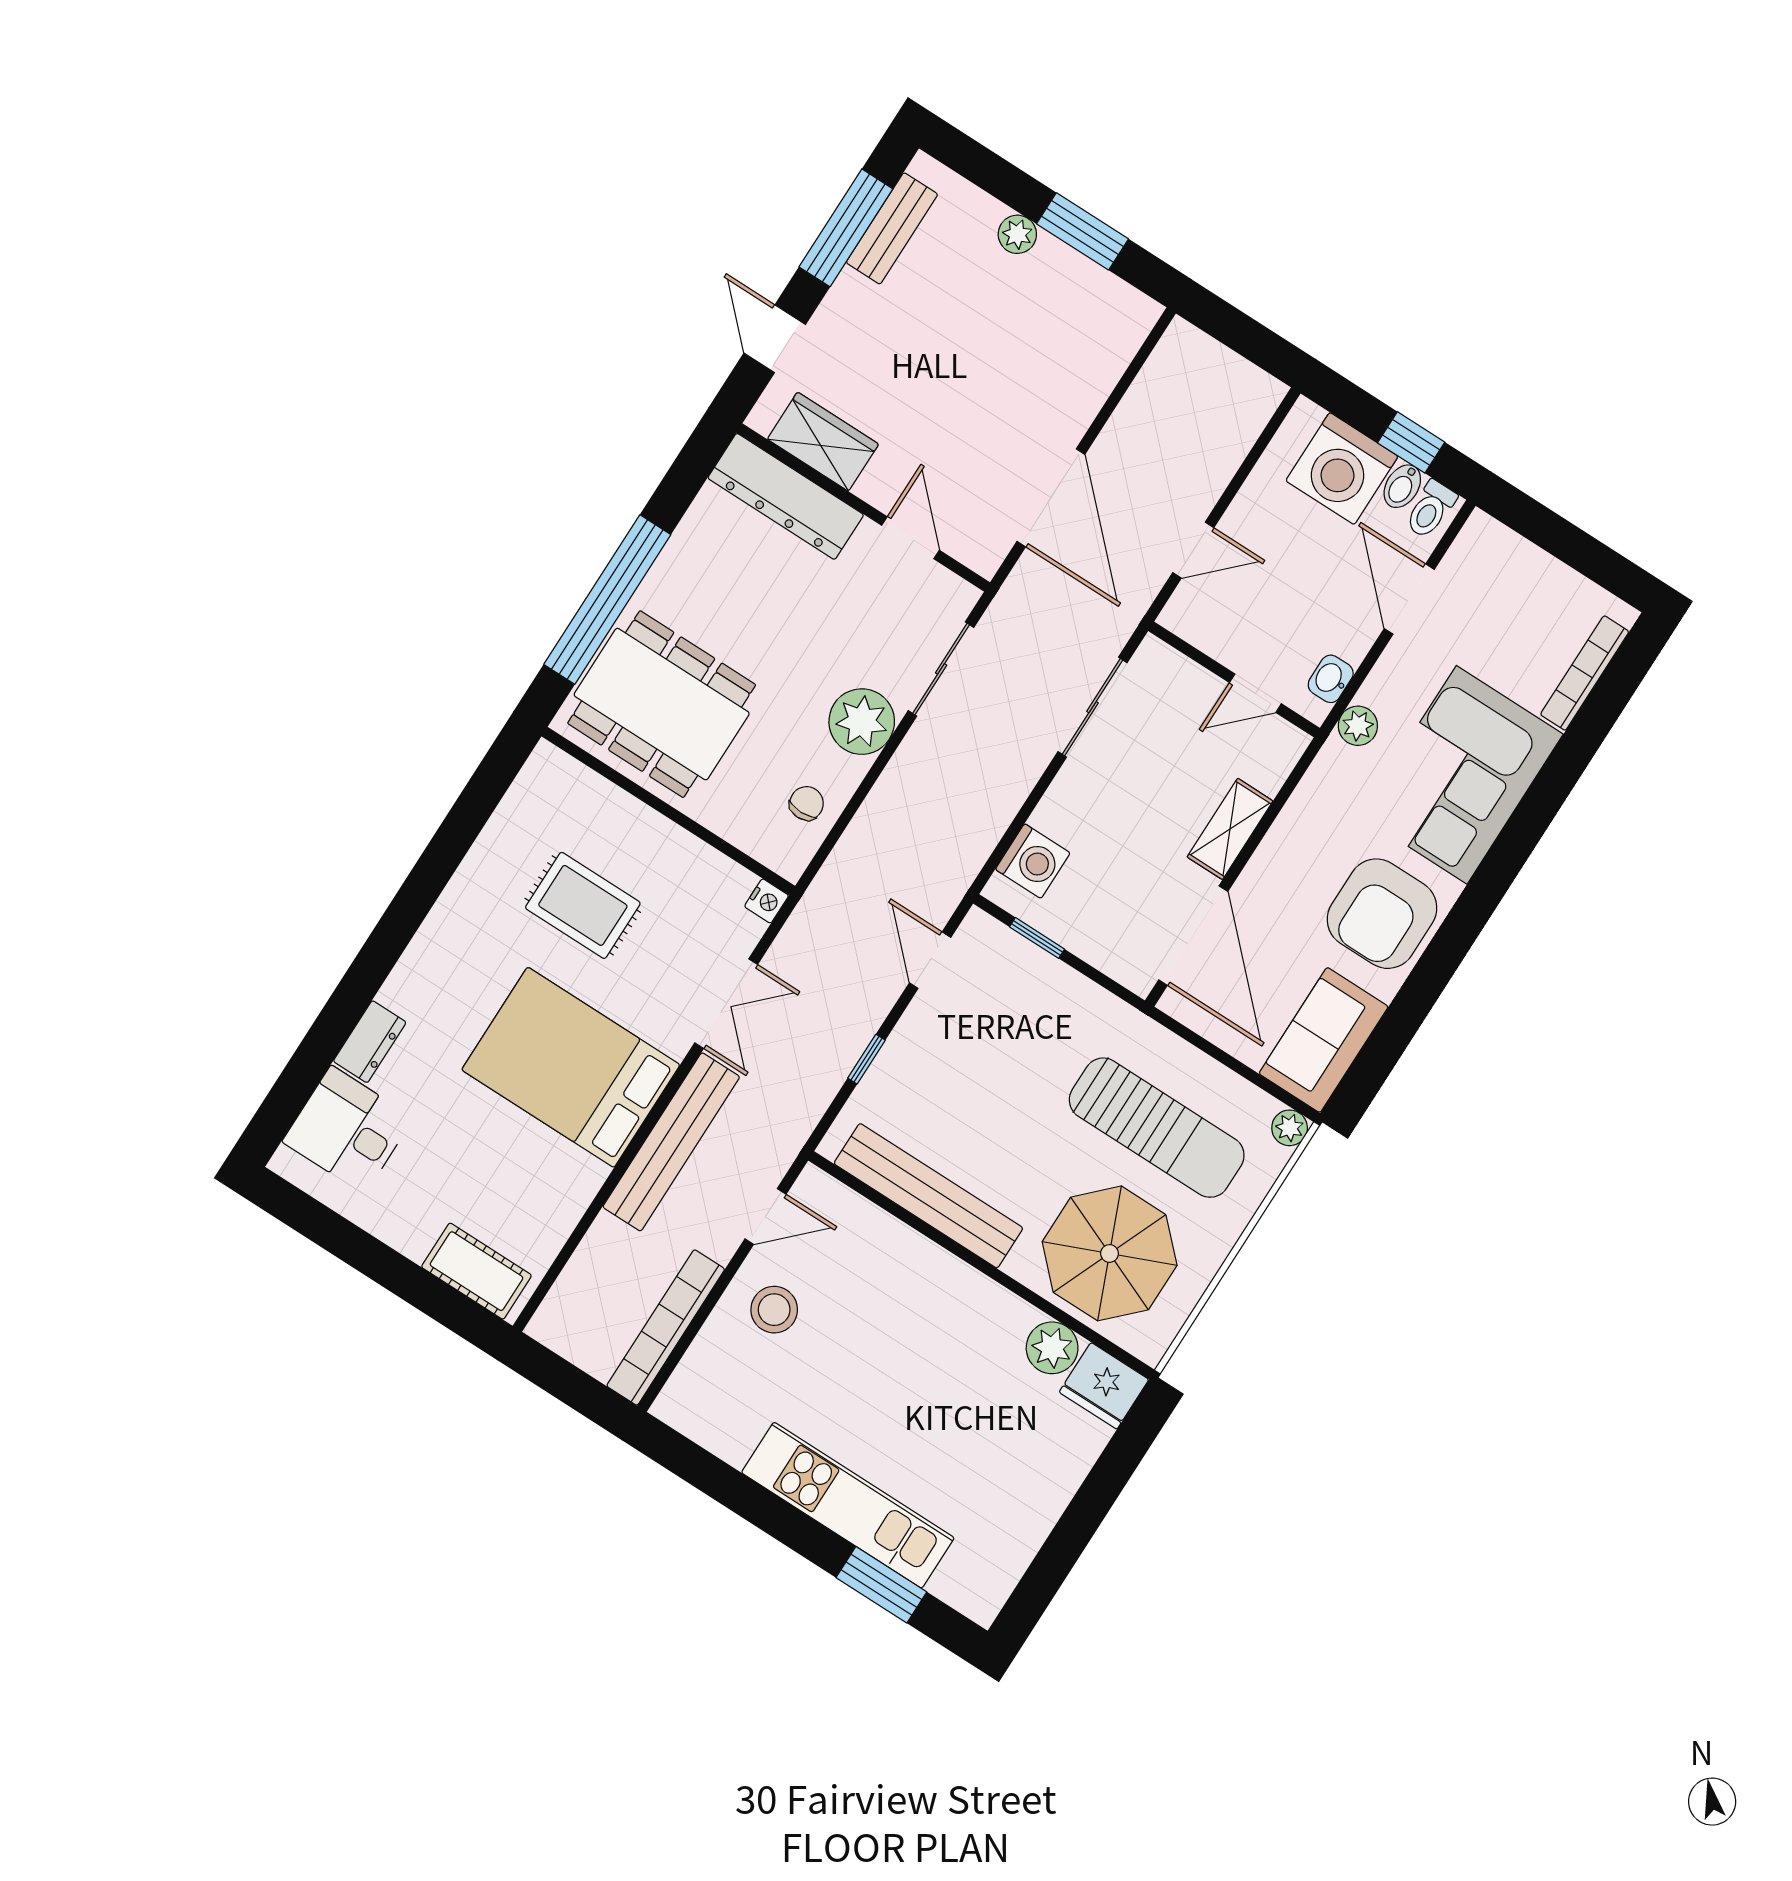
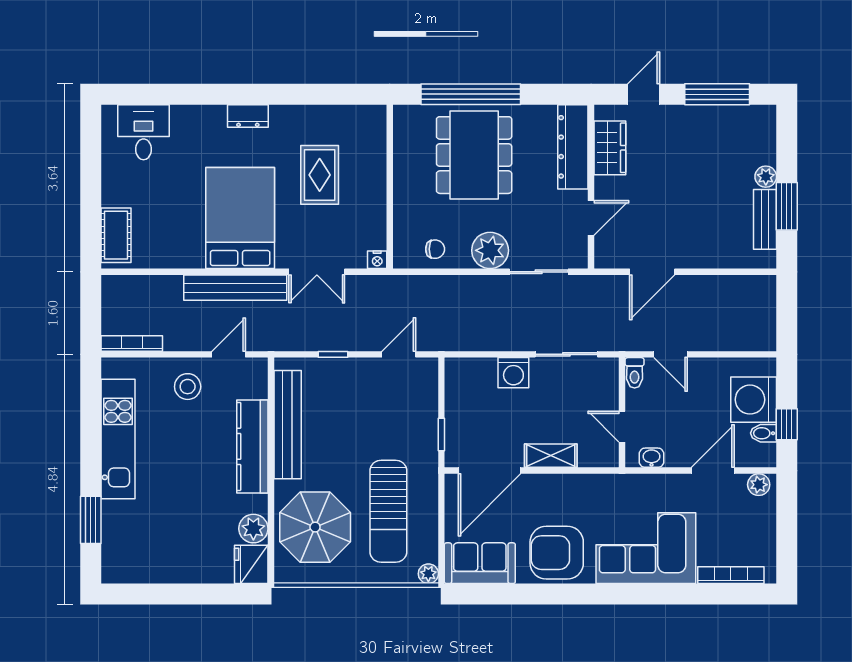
bench: (892, 228) -> (765, 219), moved, turned 90
door: (1051, 498) -> (652, 272), width x0.73
toilet: (1431, 509) -> (635, 373), moved, turned -90
dining table: (662, 704) -> (474, 155), moved
plant: (1358, 726) -> (759, 485), moved
washing machine: (1033, 861) -> (513, 373), moved
window: (1037, 938) -> (441, 434), moved
dresser: (370, 1042) -> (248, 116), moved
door: (765, 1217) -> (229, 354), swing flipped
kitchen counter: (927, 1270) -> (252, 446), added
bookcase: (666, 1327) -> (132, 343), width x0.68, depth x0.76
kitchen unit: (848, 1505) -> (118, 439), moved

